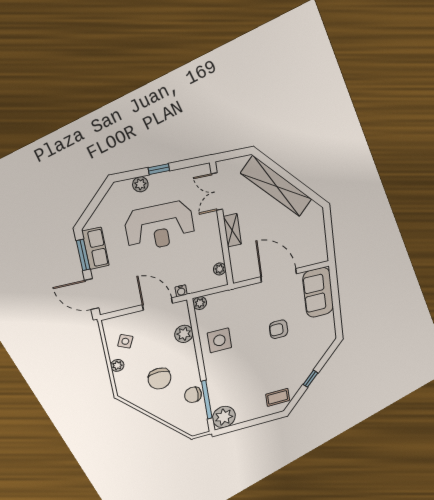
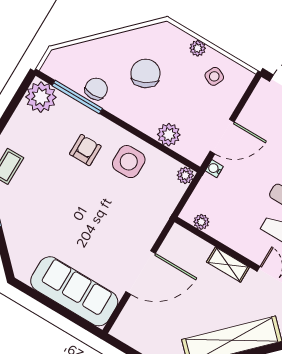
sofa: (318, 292) -> (74, 291), width x1.36
armchair: (279, 329) -> (85, 150), moved
chair: (160, 379) -> (145, 73), turned 64

